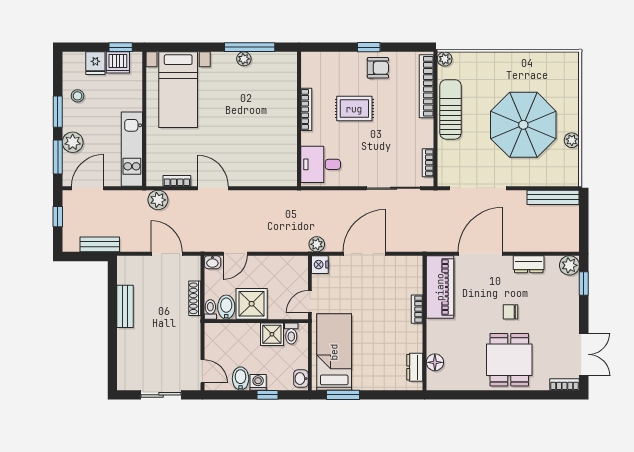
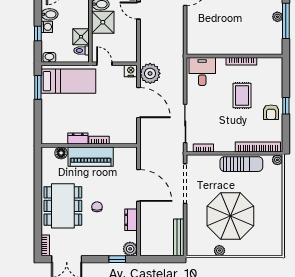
plant: (317, 244) -> (150, 73), width x1.87, depth x1.87
piano: (440, 287) -> (91, 157), moved
dining table: (509, 360) -> (63, 206), width x1.38
dresser: (415, 367) -> (78, 139), moved

